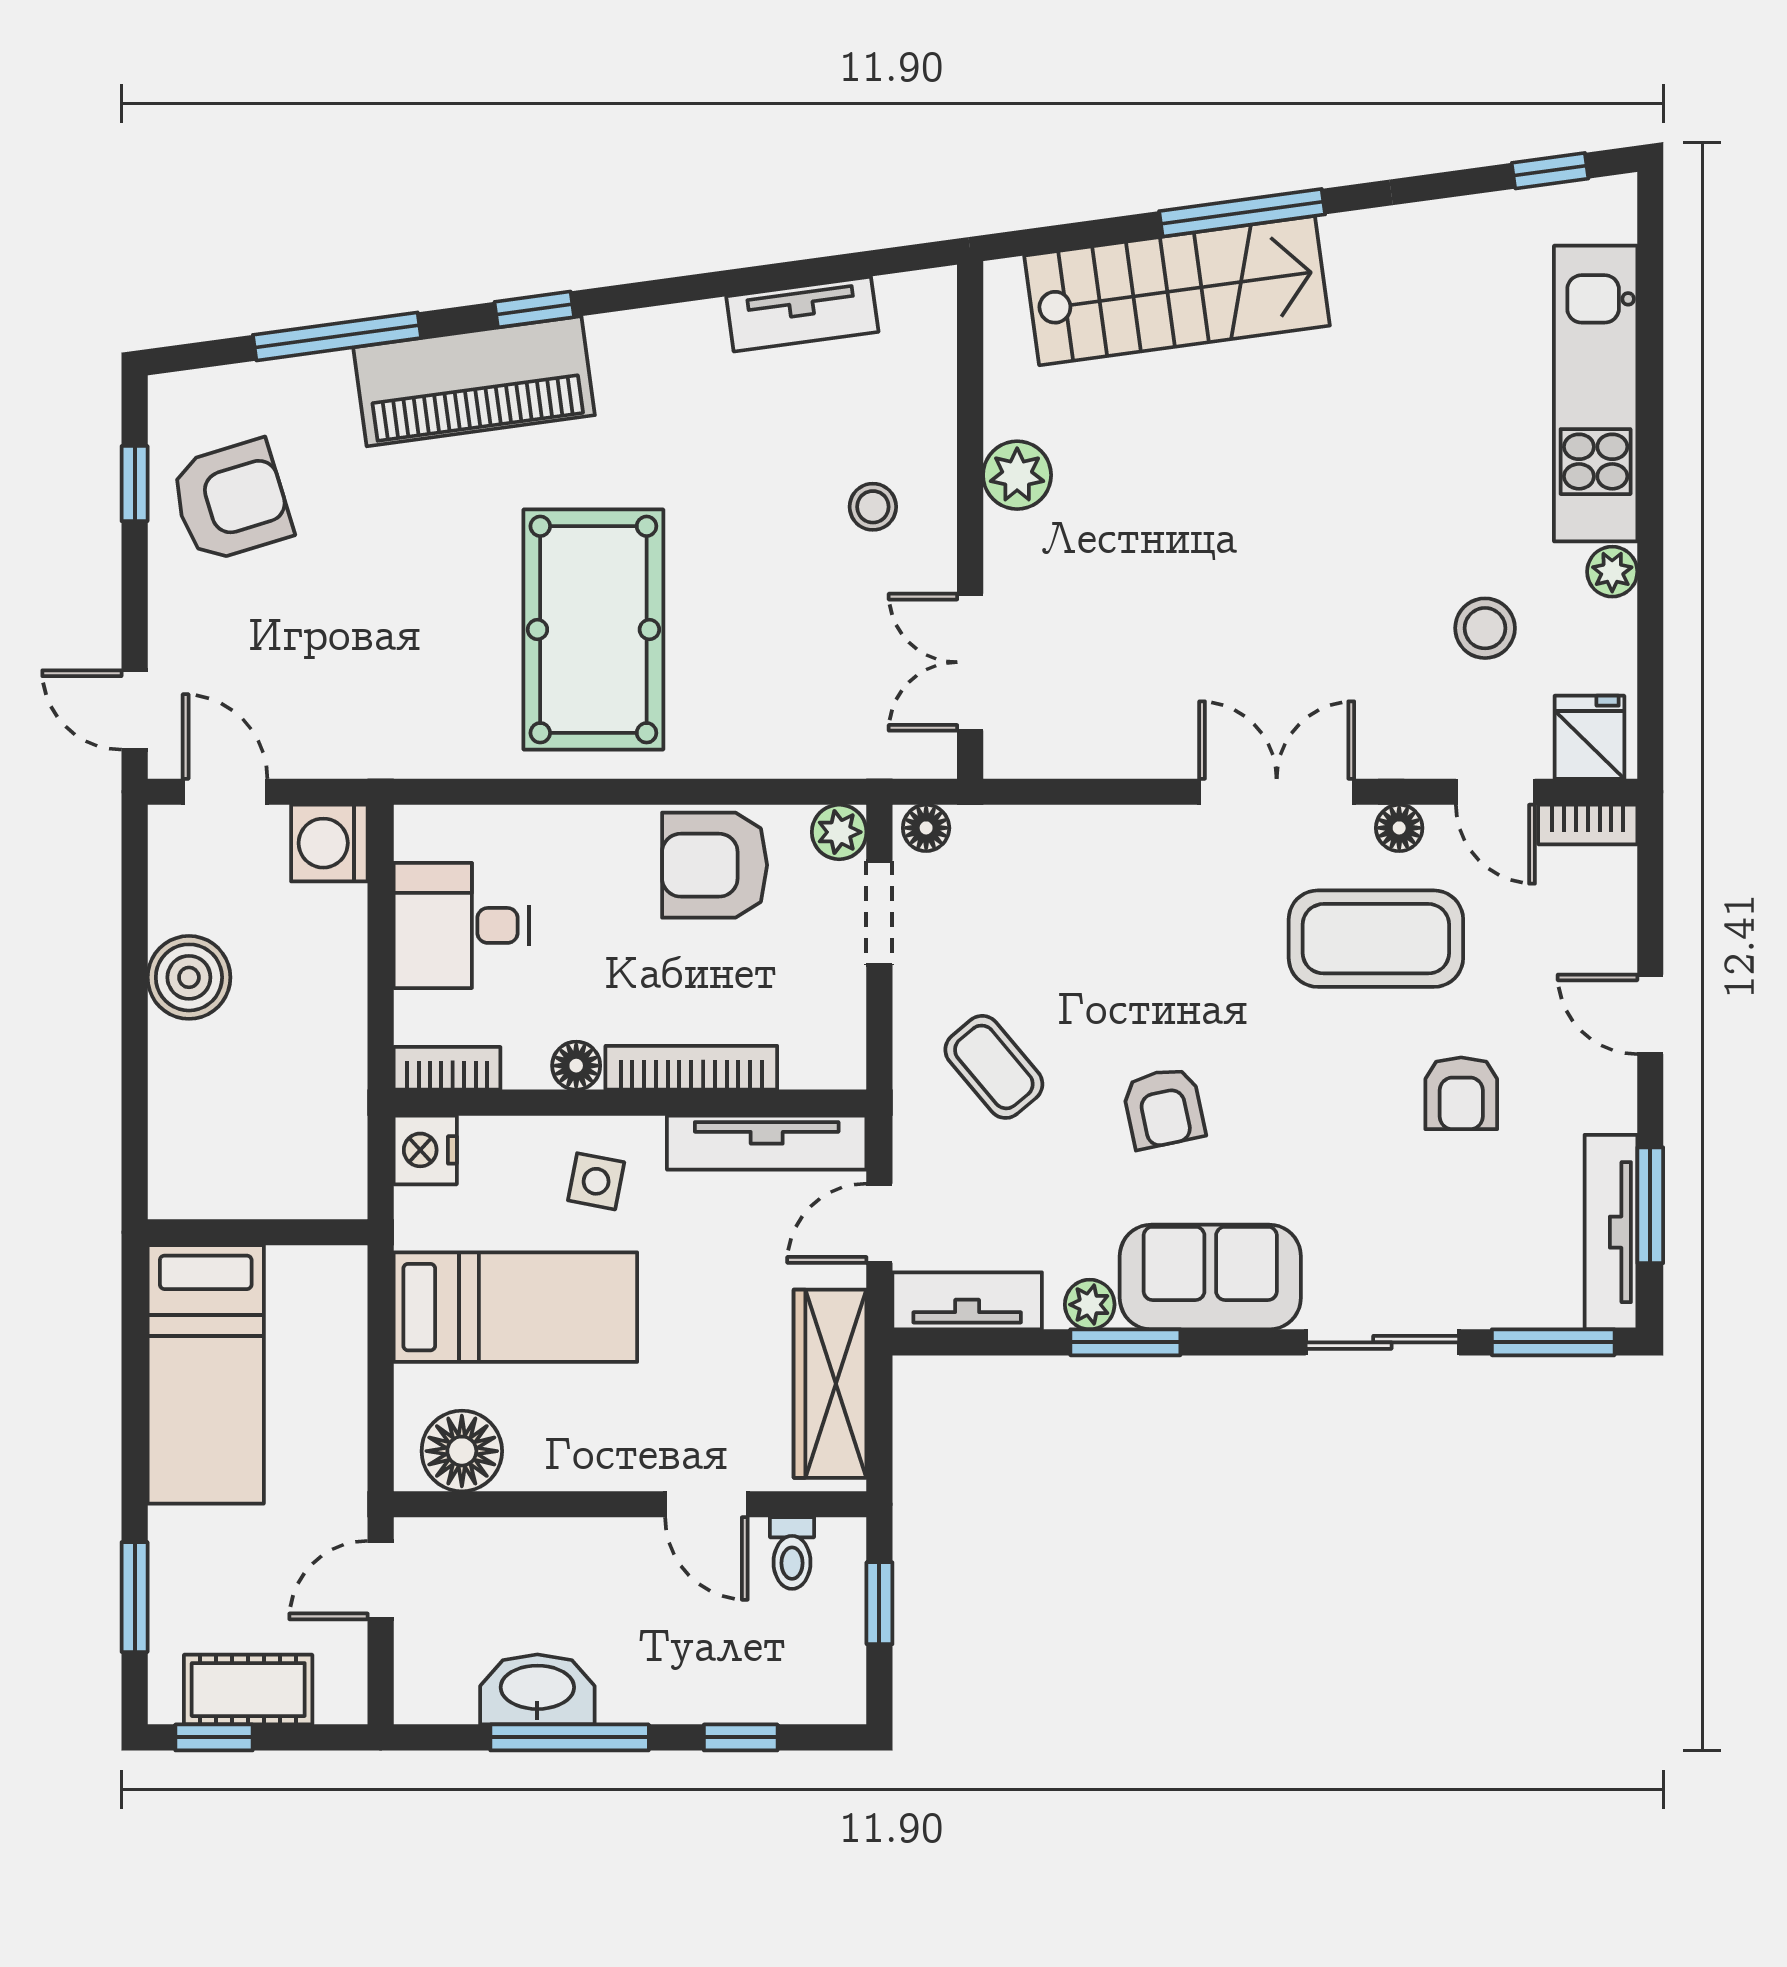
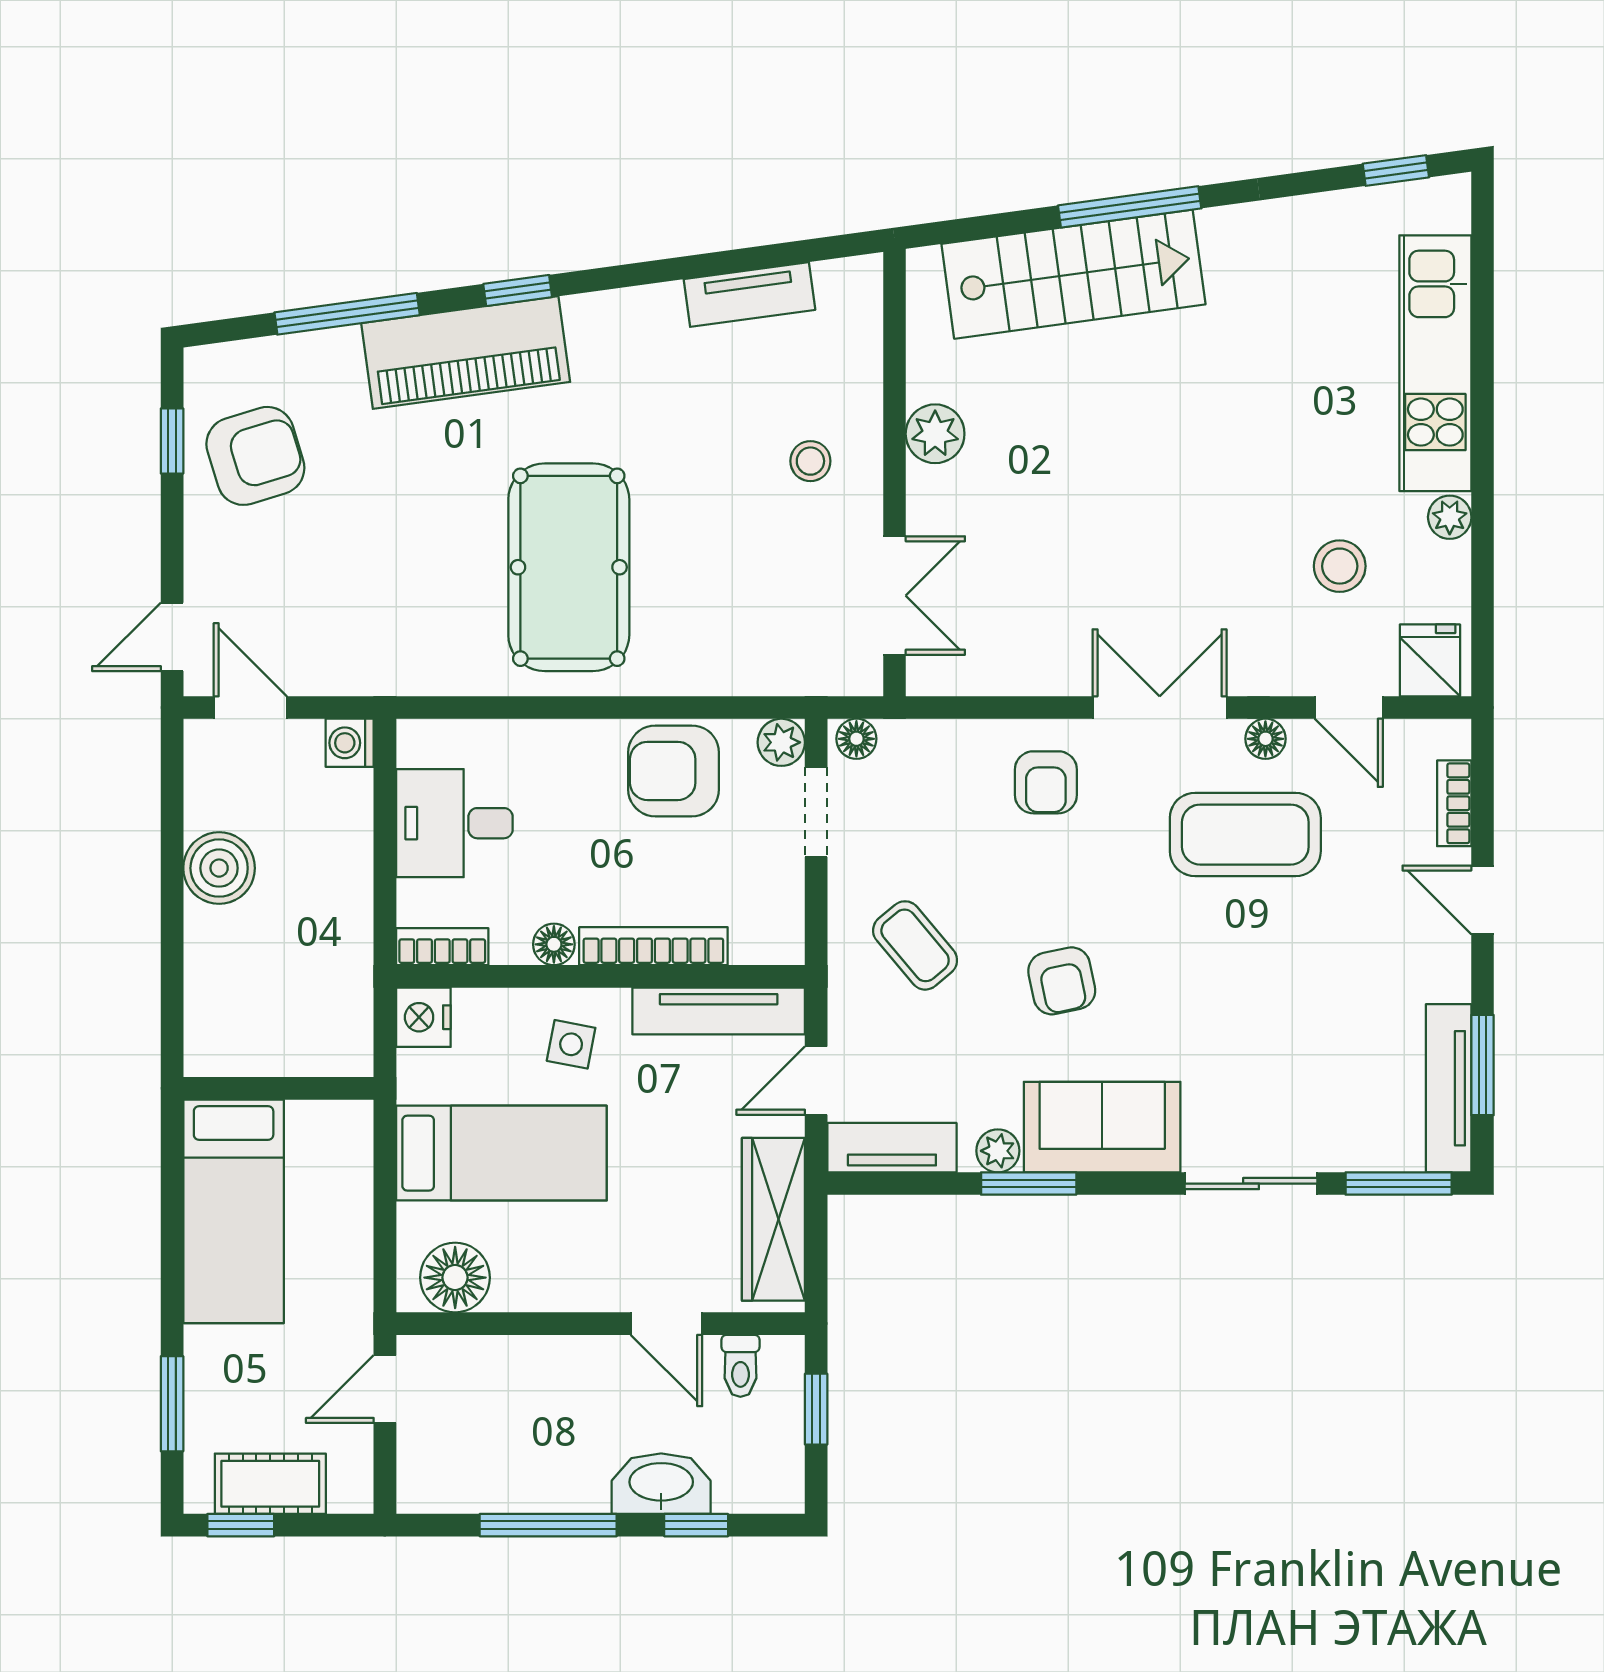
double door: (970, 662) -> (895, 596), swing flipped
door: (135, 710) -> (172, 637), hinge flipped
bookcase: (1588, 825) -> (1454, 803), moved, turned 90
washing machine: (329, 843) -> (350, 743), width x0.73, depth x0.73
armchair: (1461, 1093) -> (1046, 782), moved
washbasin: (537, 1689) -> (661, 1484), moved

